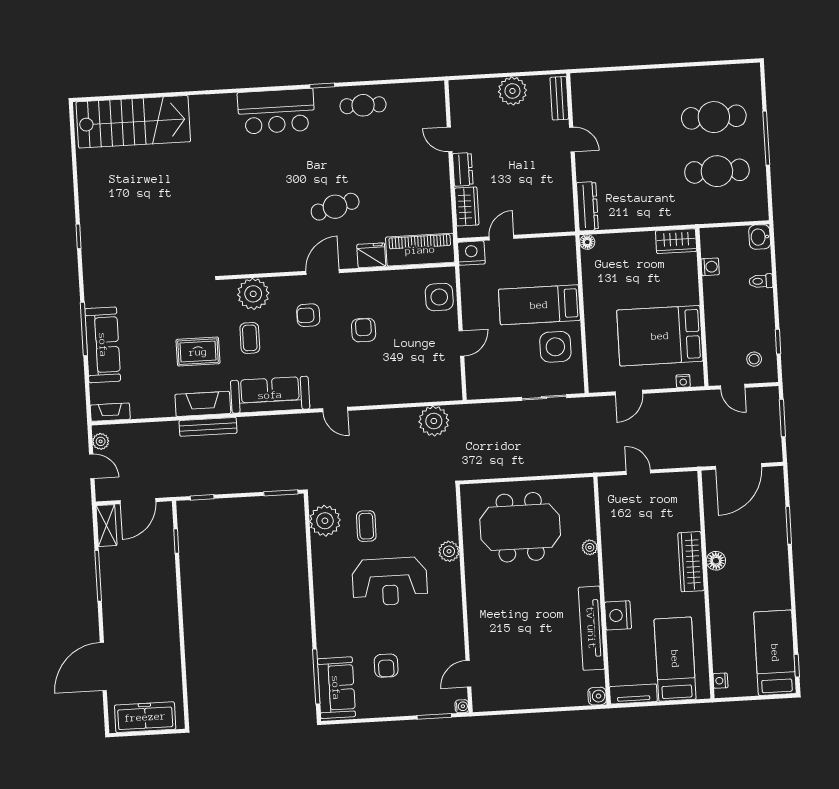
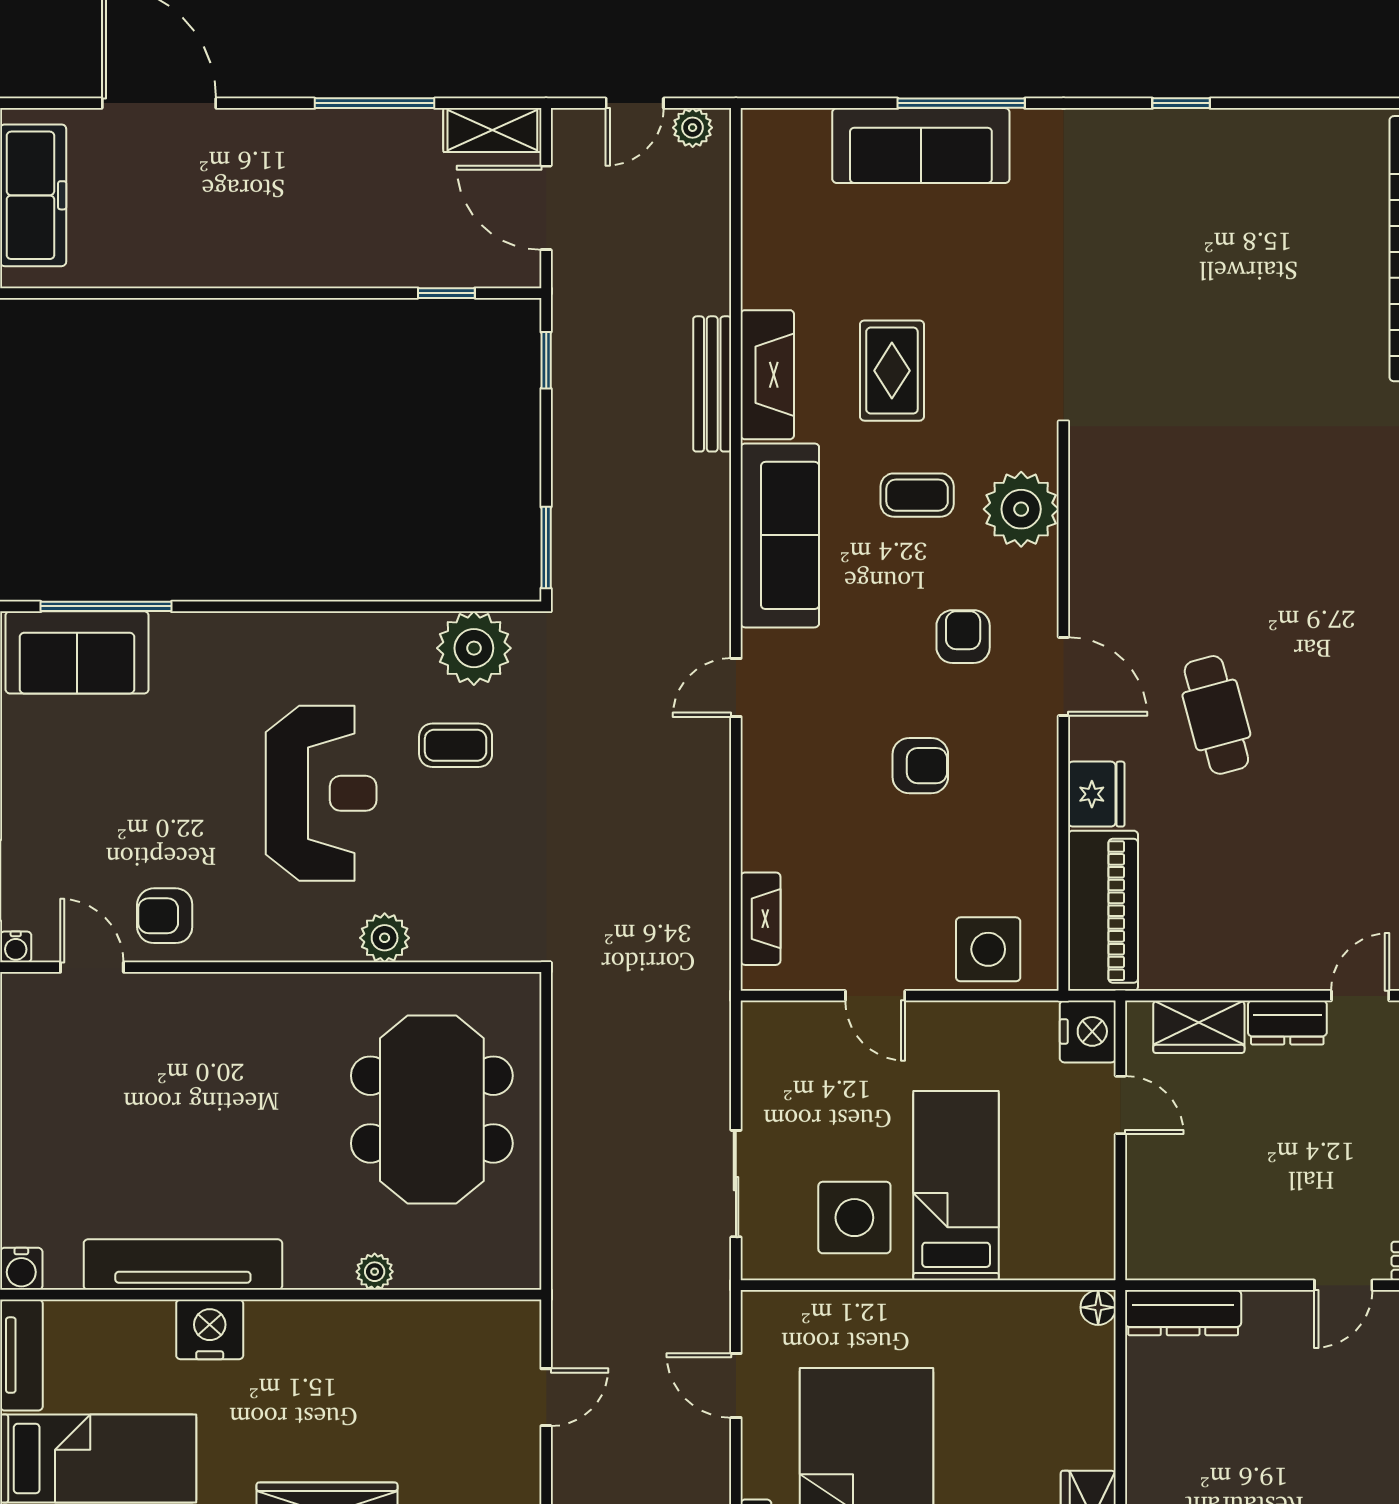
fireplace: (110, 412) -> (760, 919), moved
plant: (434, 421) -> (695, 920), removed
reception desk: (390, 581) -> (321, 793), turned 180
armchair: (386, 666) -> (165, 916), moved

